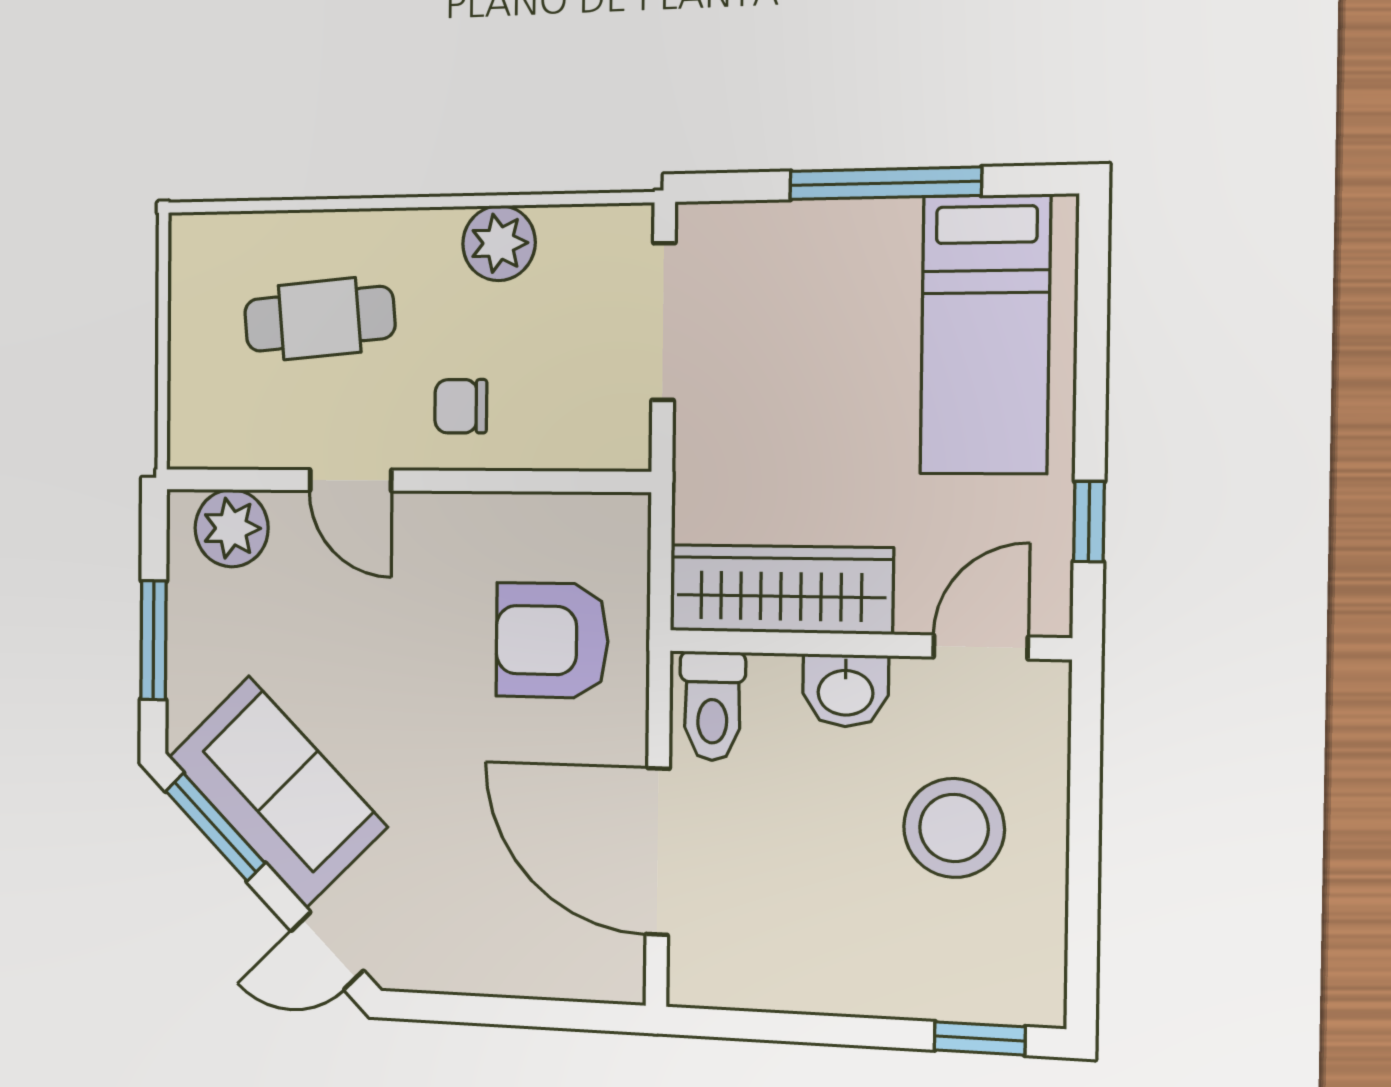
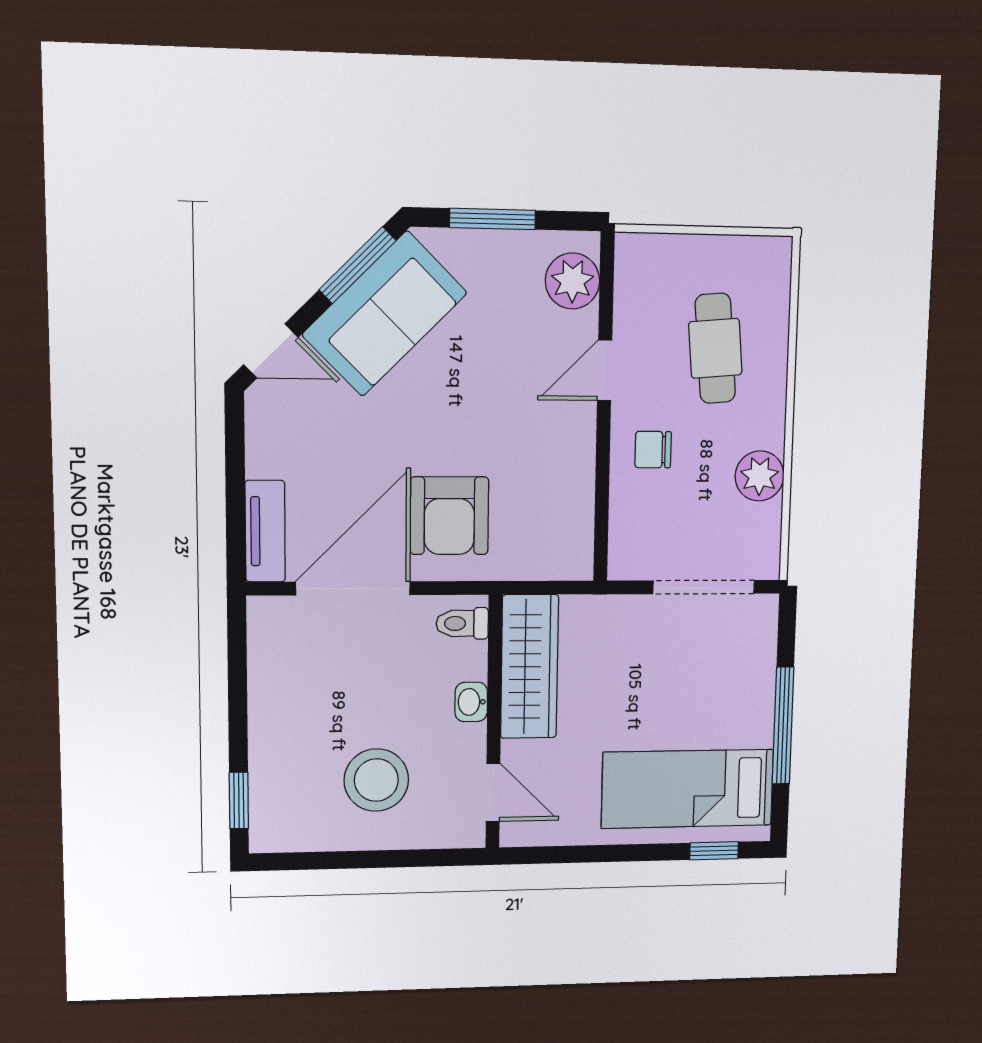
chair: (461, 406) -> (653, 450), turned -90
window: (1089, 521) -> (714, 851), moved
armchair: (552, 640) -> (449, 516), moved, turned 180
washbasin: (846, 691) -> (471, 702), width x0.72, depth x0.69
toilet: (712, 706) -> (462, 623), width x0.73, depth x0.72
door: (327, 951) -> (271, 351), swing flipped
tv unit: (574, 974) -> (265, 531), added

